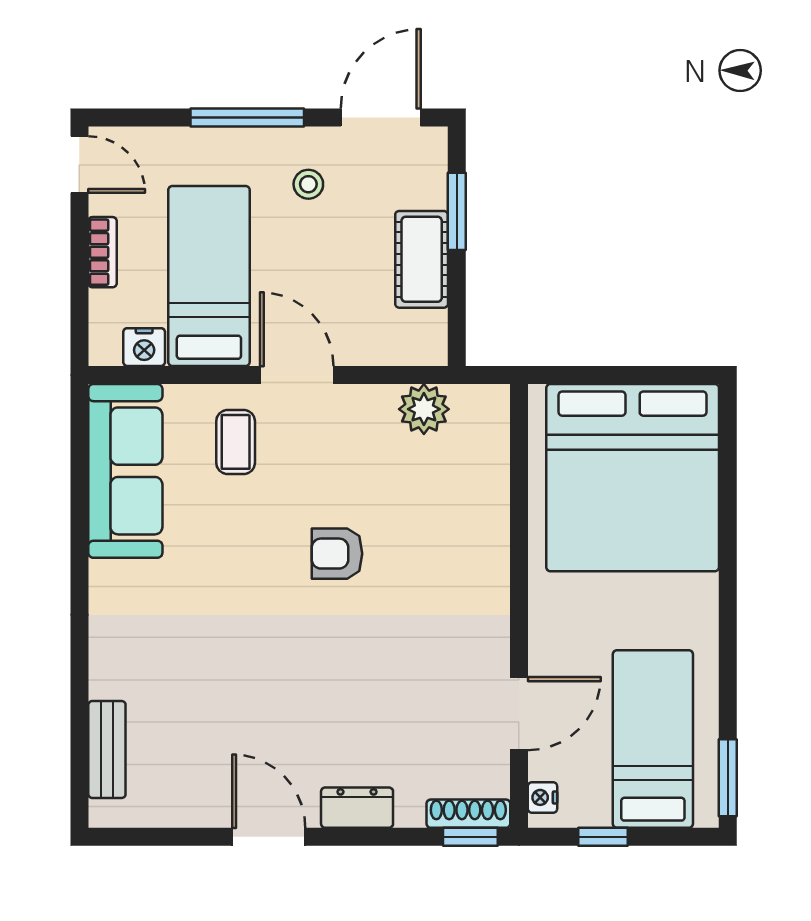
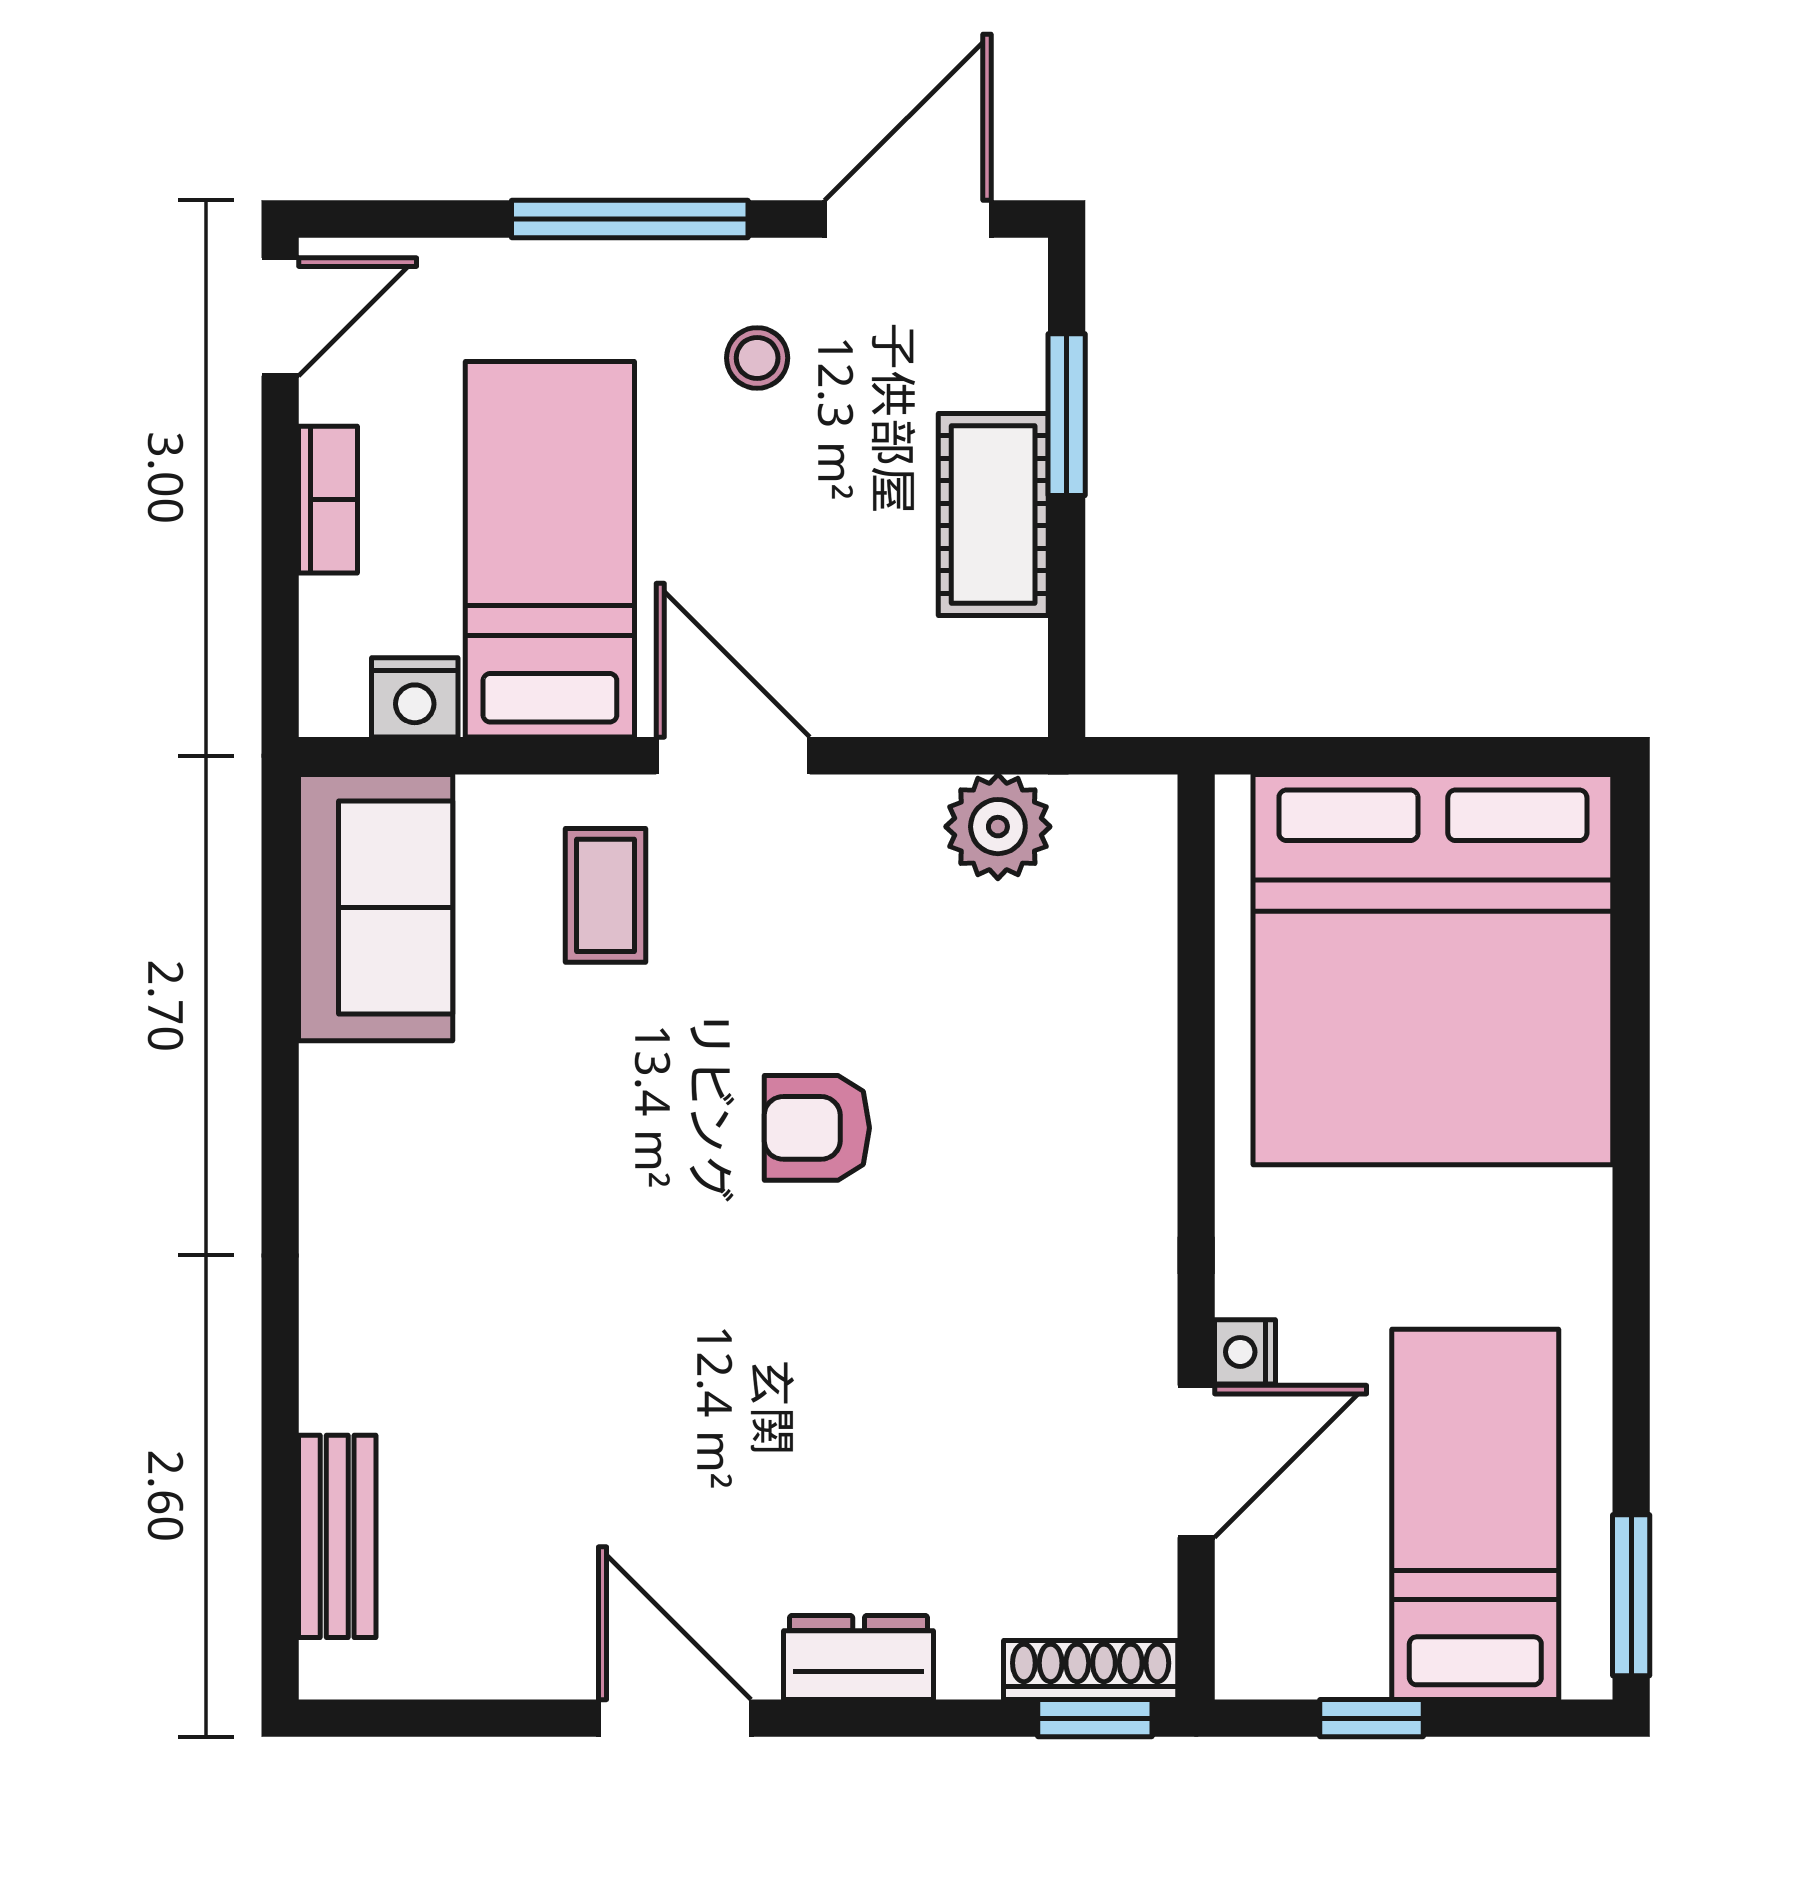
door: (79, 165) -> (280, 317), hinge flipped
sofa: (125, 471) -> (376, 908), width x0.73
nightstand: (542, 797) -> (1245, 1352), moved

